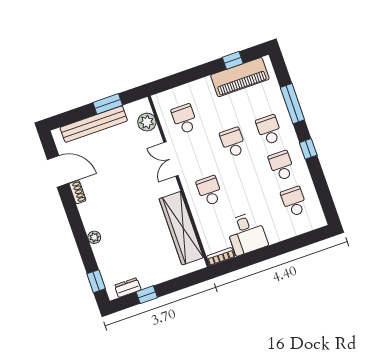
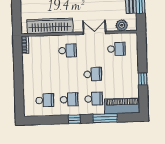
window: (233, 60) -> (143, 79), moved
piano: (240, 77) -> (122, 106), moved, turned 90
desk: (247, 234) -> (34, 65), removed

